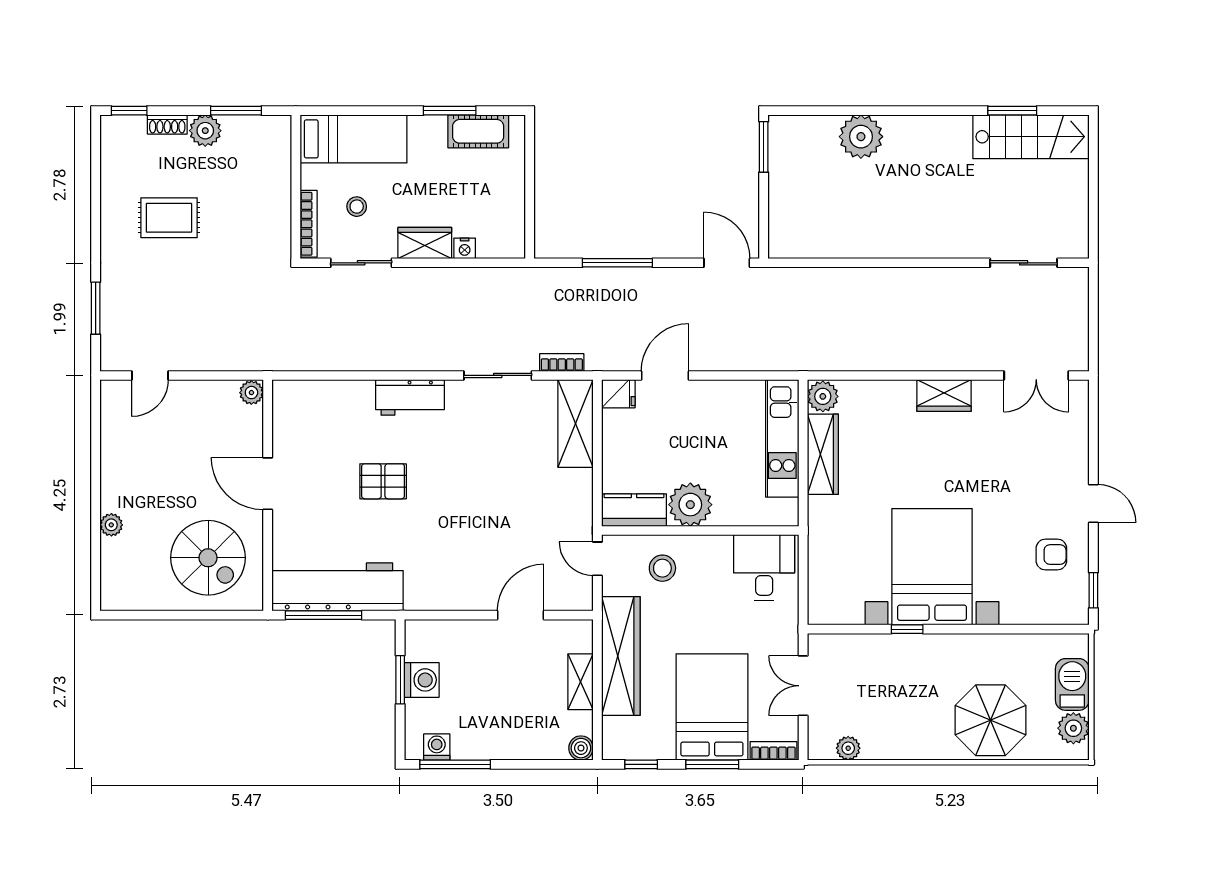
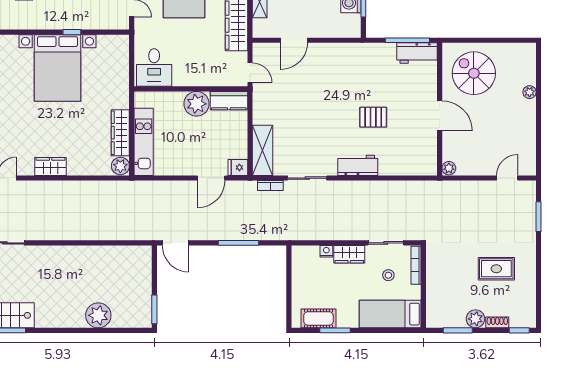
stool: (662, 568) -> (213, 67), removed
workbench: (338, 587) -> (417, 53), width x0.53, depth x0.76

